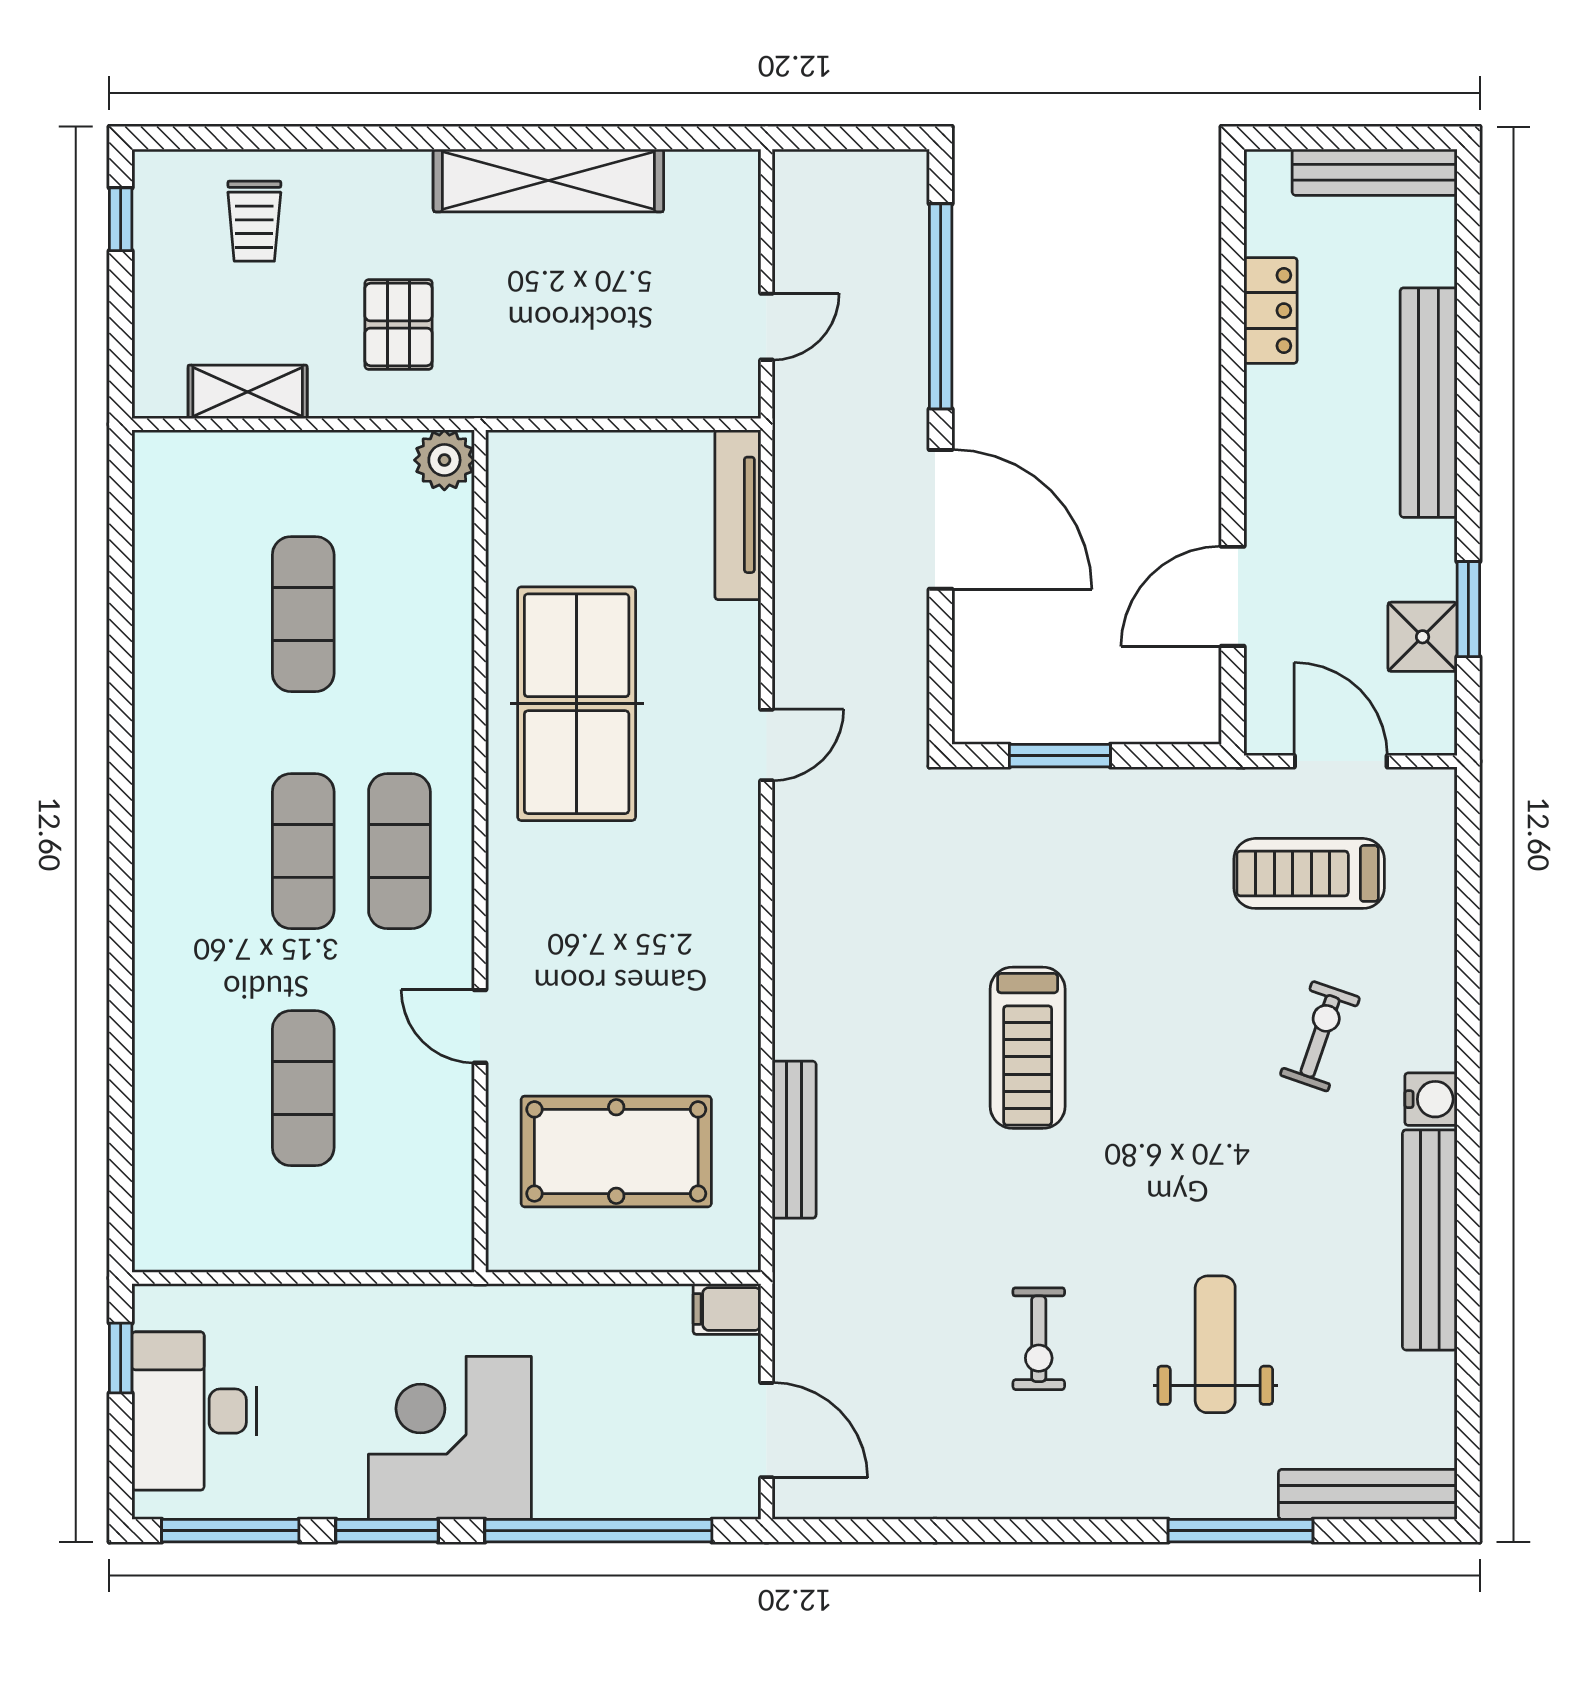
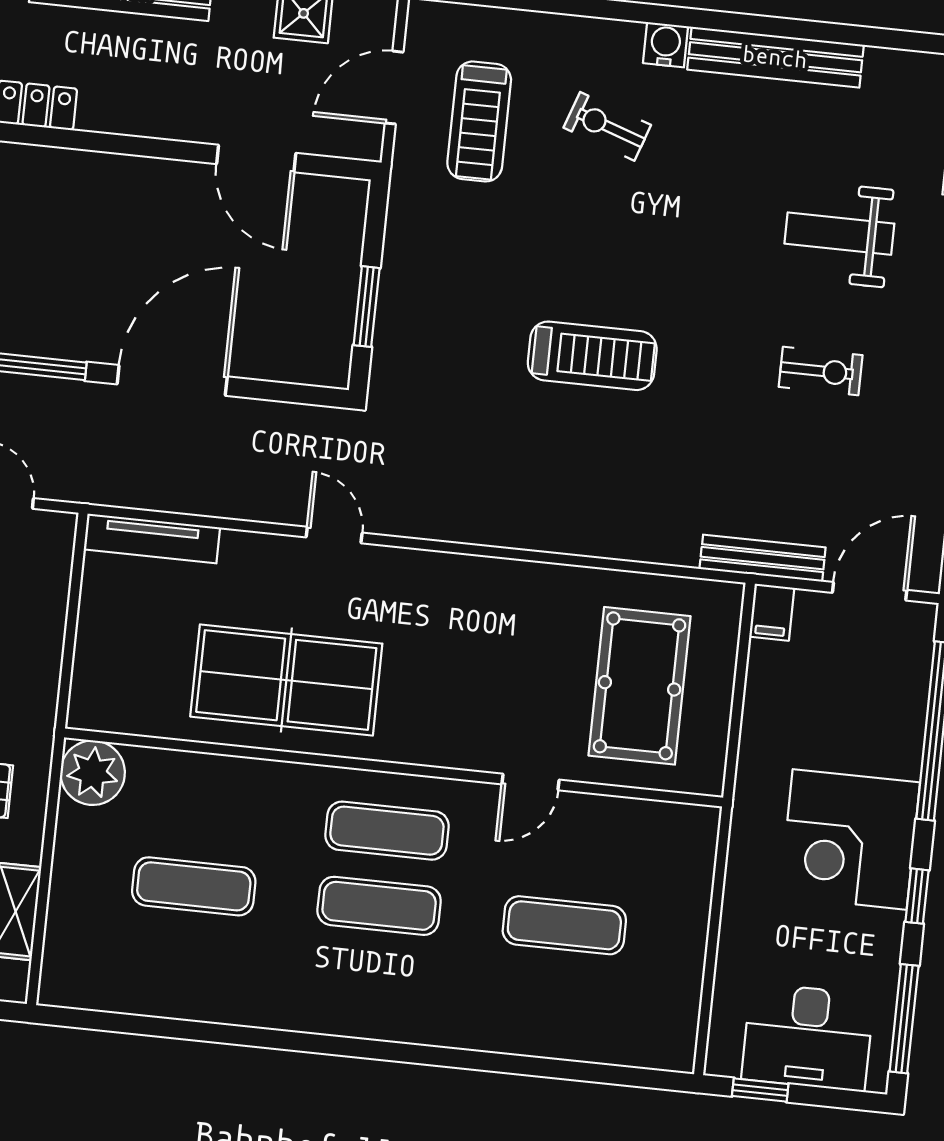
plant: (444, 460) -> (93, 773), width x1.36, depth x1.36
bench: (794, 1140) -> (763, 558), moved
window: (387, 1531) -> (917, 896), width x0.67

